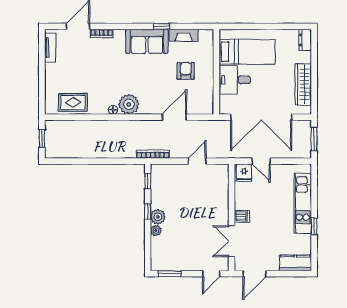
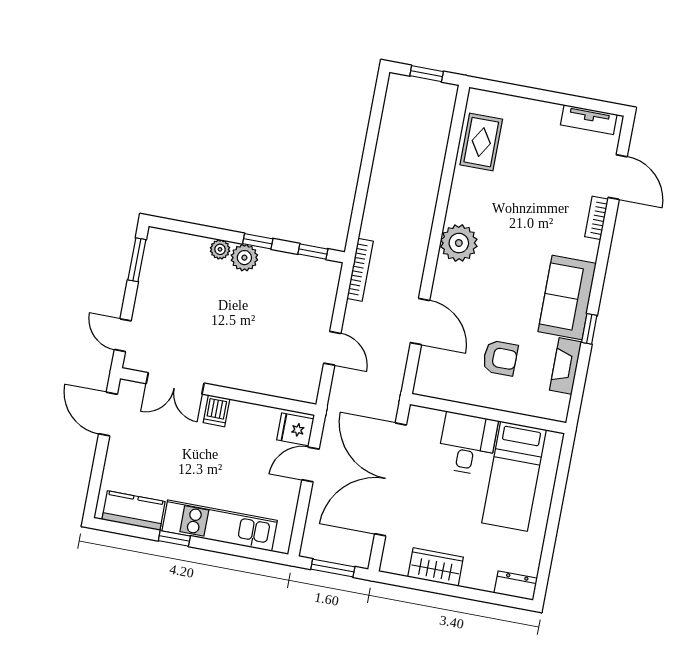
wardrobe: (303, 84) -> (436, 567), width x0.67
floor lamp: (113, 110) -> (454, 213), removed
double door: (232, 241) -> (175, 383), swing flipped
kitchen counter: (295, 263) -> (134, 511), moved, turned -90

